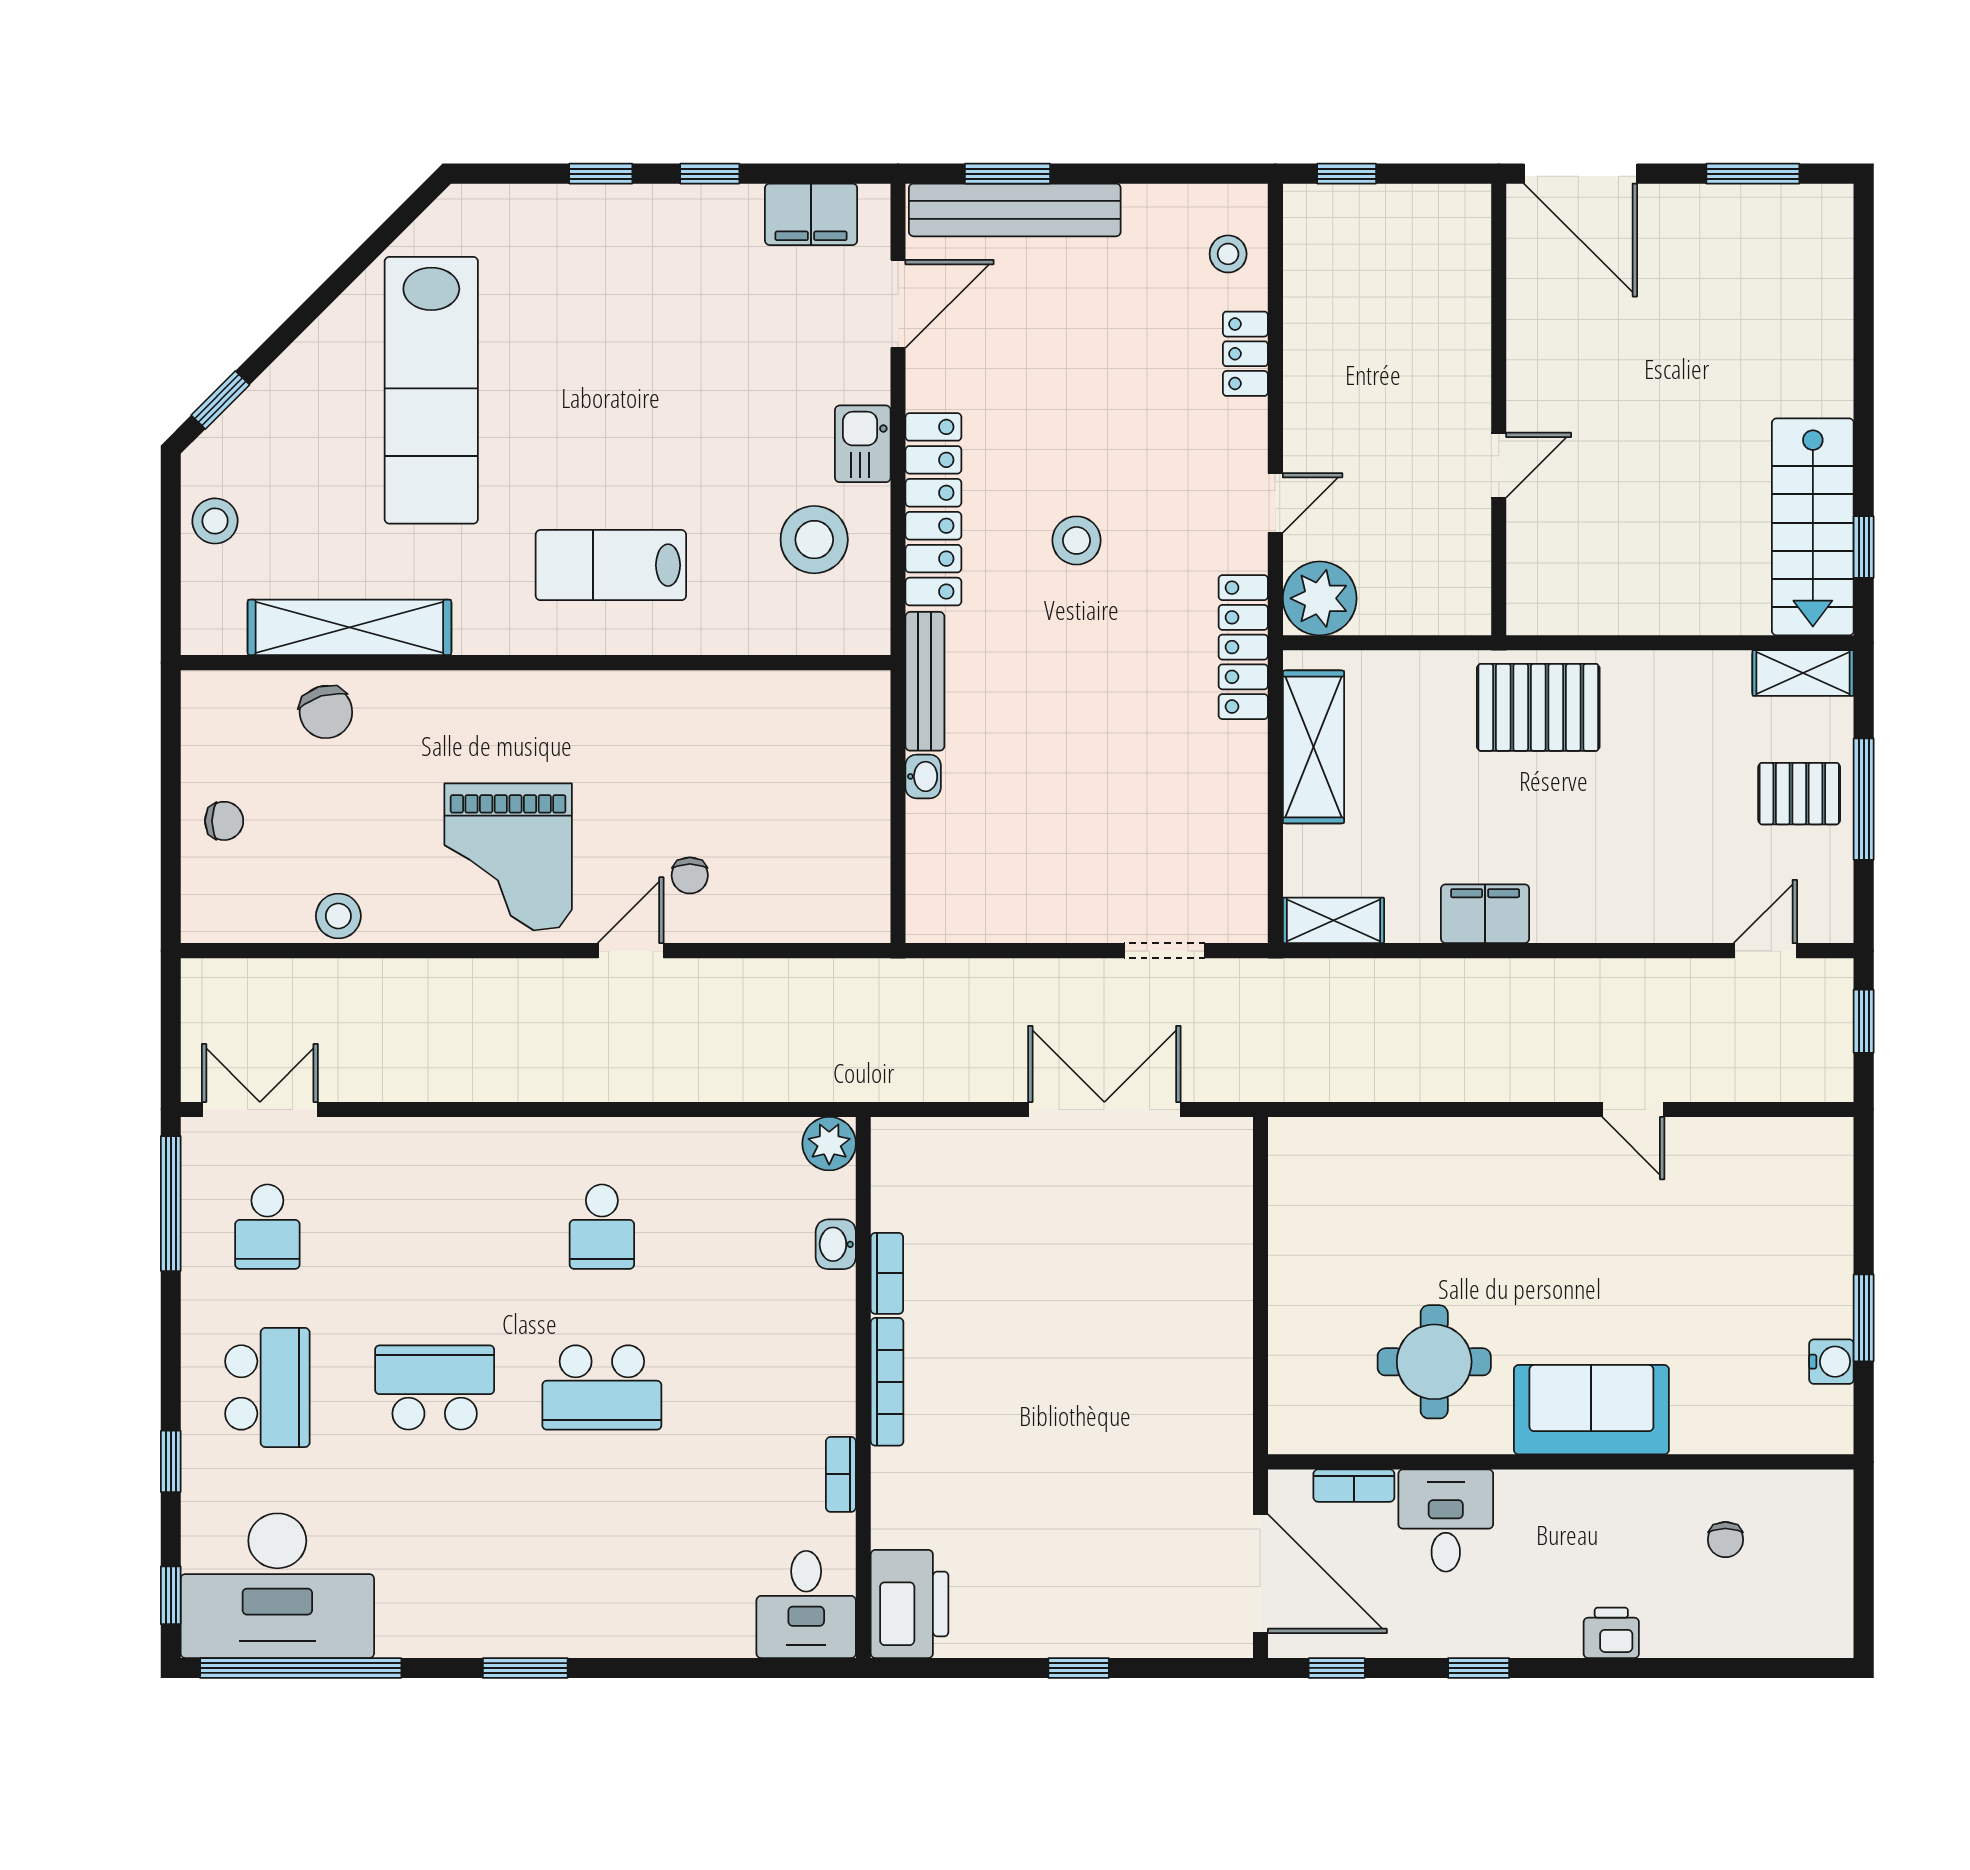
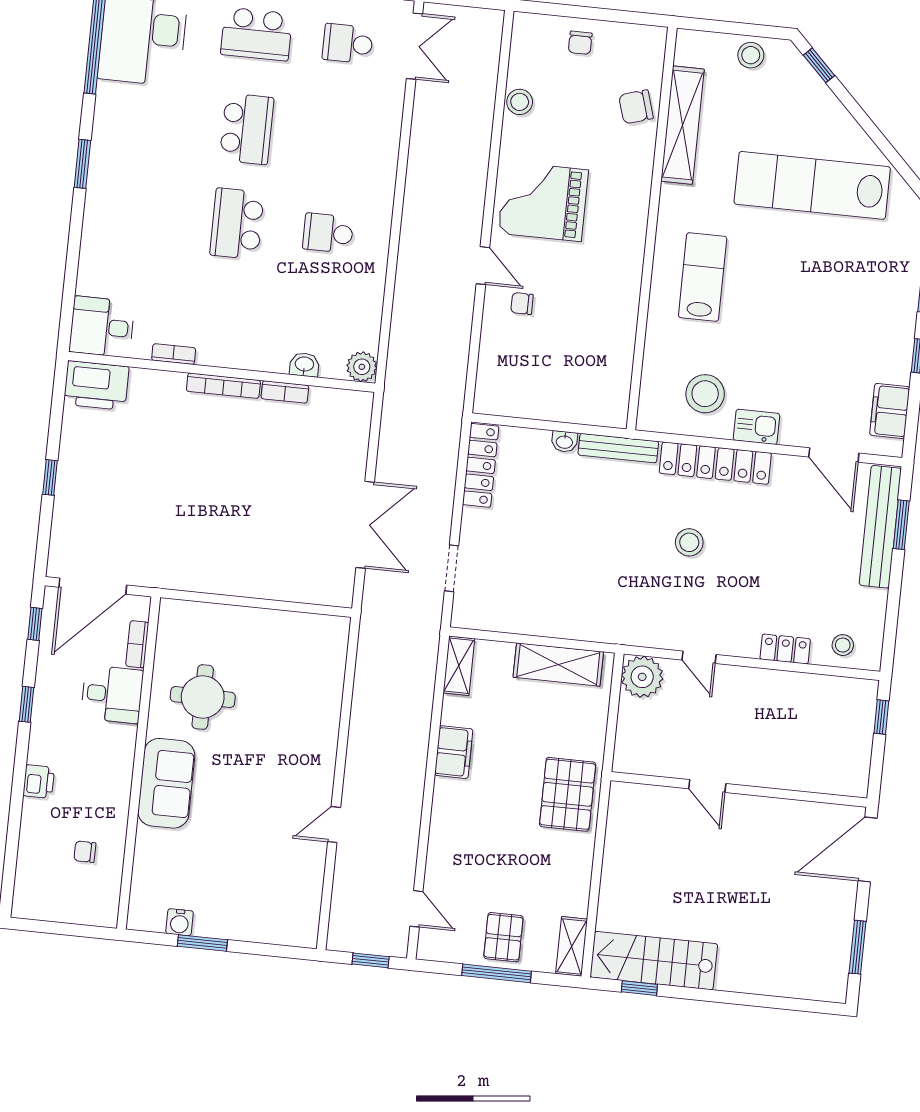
locker: (1243, 647) -> (481, 465), moved, turned 90

